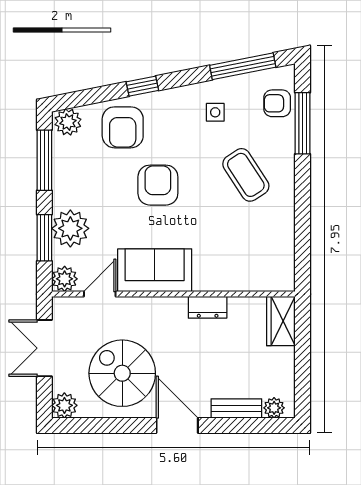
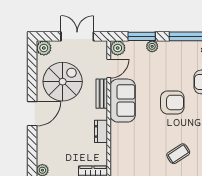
coffee table: (246, 175) -> (178, 154), width x0.73, depth x0.77
plant: (70, 228) -> (152, 46), width x0.53, depth x0.53
door: (100, 294) -> (109, 69), hinge flipped
bench: (236, 409) -> (102, 94), moved

